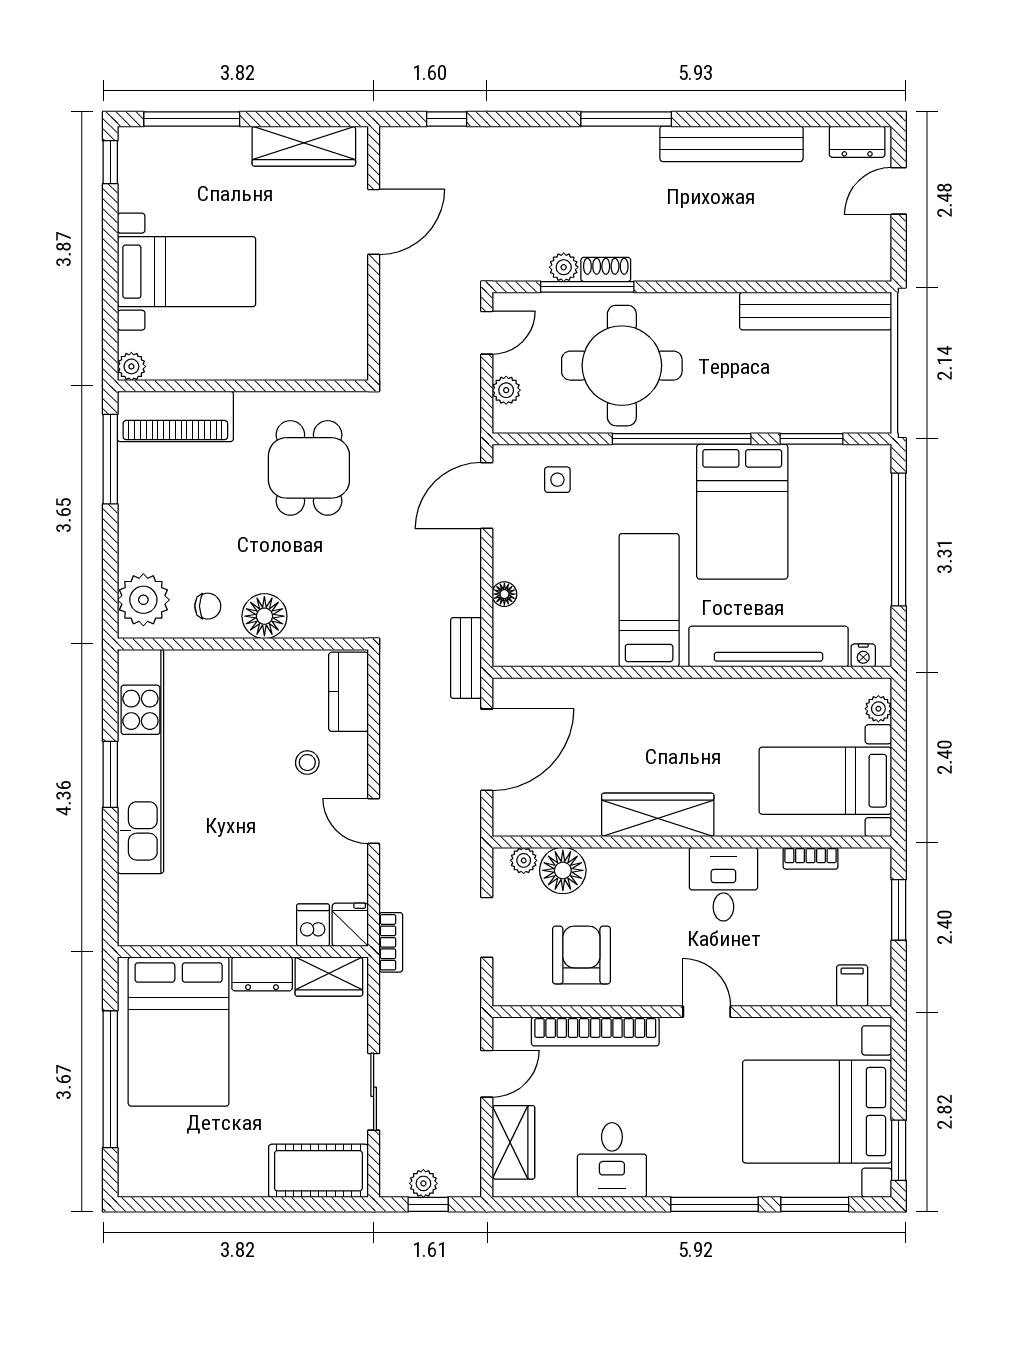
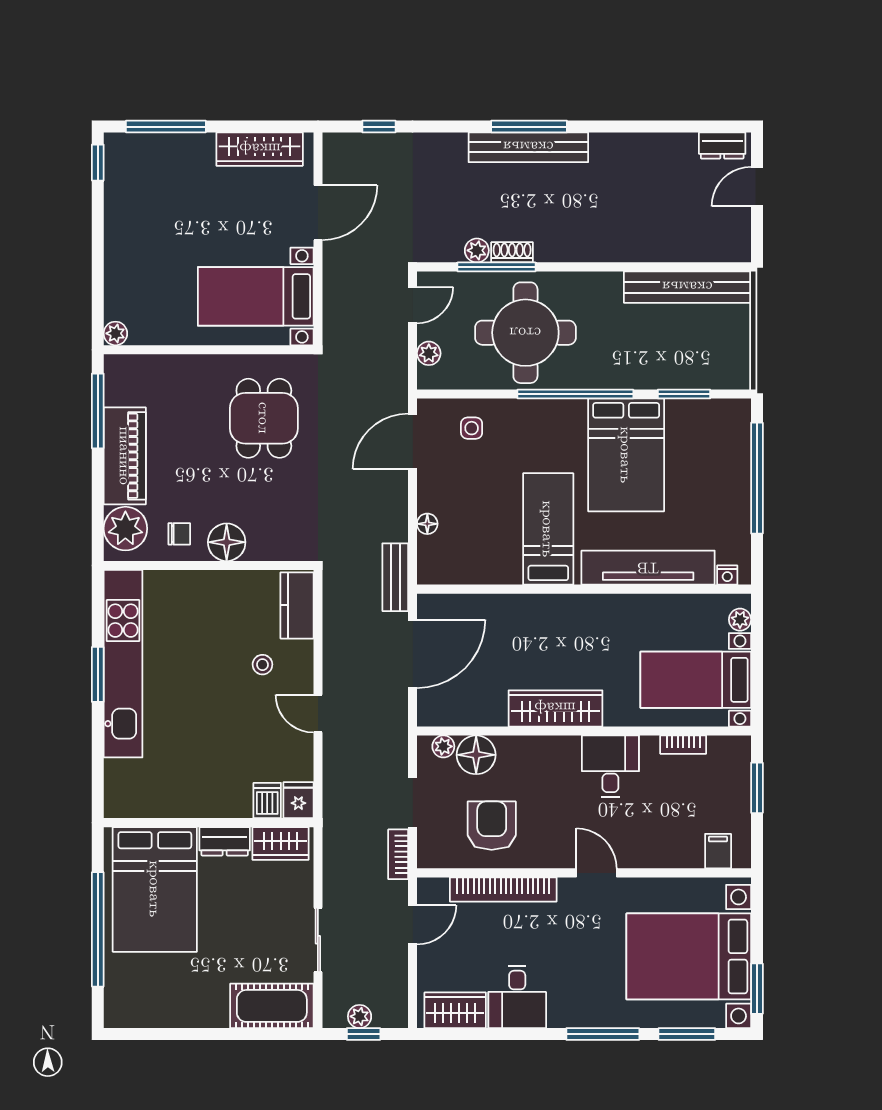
bench: (731, 144) -> (528, 147), moved
bed with nightstands: (186, 272) -> (256, 296), moved, turned 180
piano: (175, 416) -> (125, 456), moved, turned -90
bookcase: (391, 942) -> (398, 854), moved, turned 180
wardrobe: (513, 1142) -> (455, 1010), moved, turned -90

